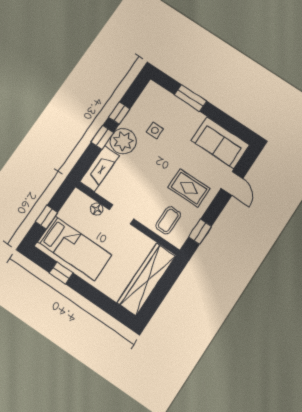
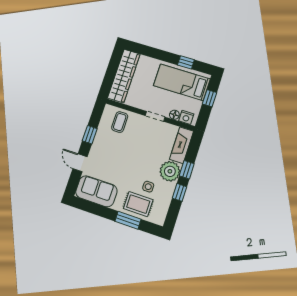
rug: (189, 188) -> (138, 204), moved
nightstand: (83, 201) -> (186, 117), added
window: (200, 232) -> (90, 135), moved

